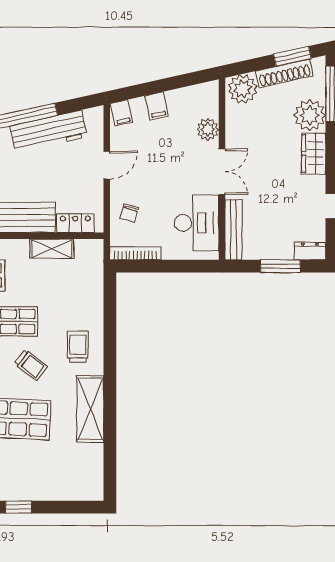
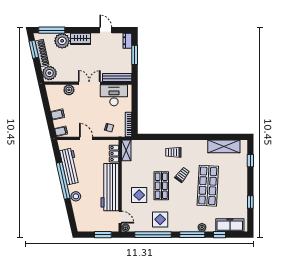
shelving: (52, 249) -> (126, 150), moved
shelving: (90, 409) -> (224, 146), moved
window: (19, 507) -> (250, 161), moved

